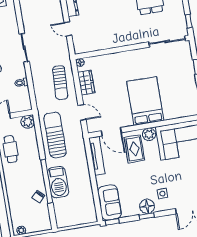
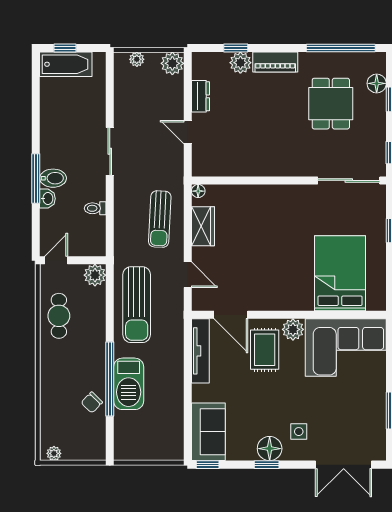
bed: (145, 101) -> (340, 273), moved
sun lounger: (55, 135) -> (137, 305), turned 180

